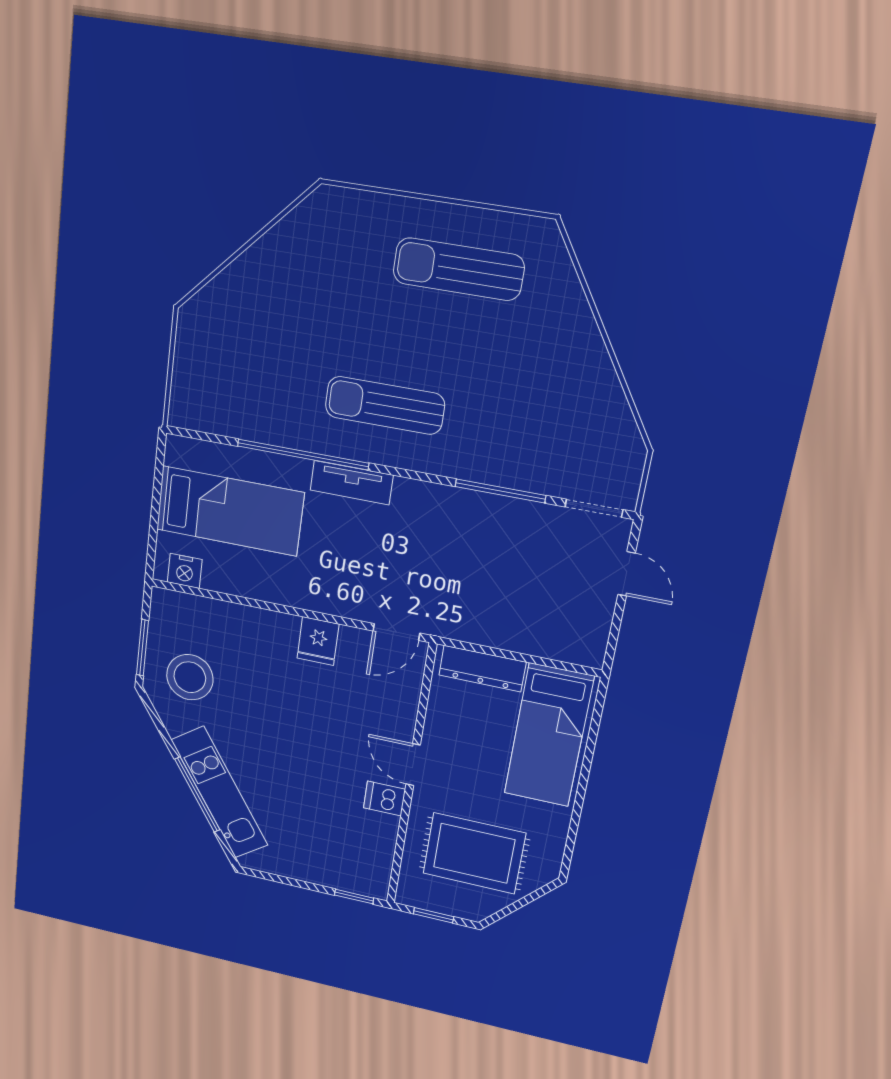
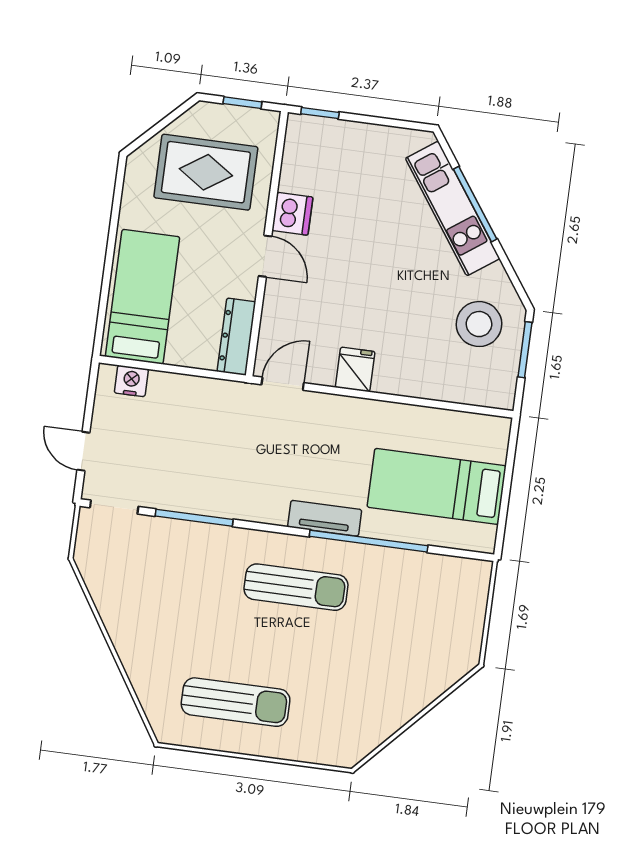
nightstand: (185, 571) -> (131, 381), moved
dresser: (482, 669) -> (236, 337), moved, turned -90
dishwasher: (384, 799) -> (292, 214), width x1.38

